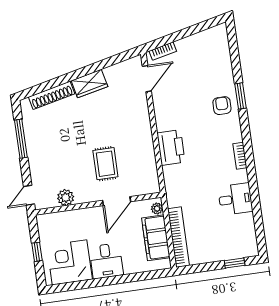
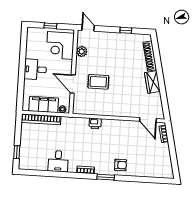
window: (240, 96) -> (106, 177), moved
window: (21, 139) -> (126, 30), width x0.46
printer: (171, 148) -> (95, 123), width x0.53, depth x0.68
corner desk: (70, 262) -> (60, 46), moved, turned 180

